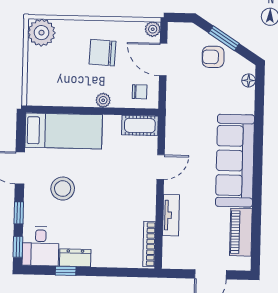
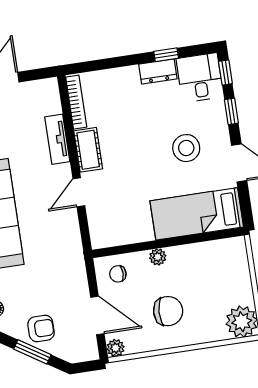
cot: (140, 125) -> (88, 150), moved, turned 90

